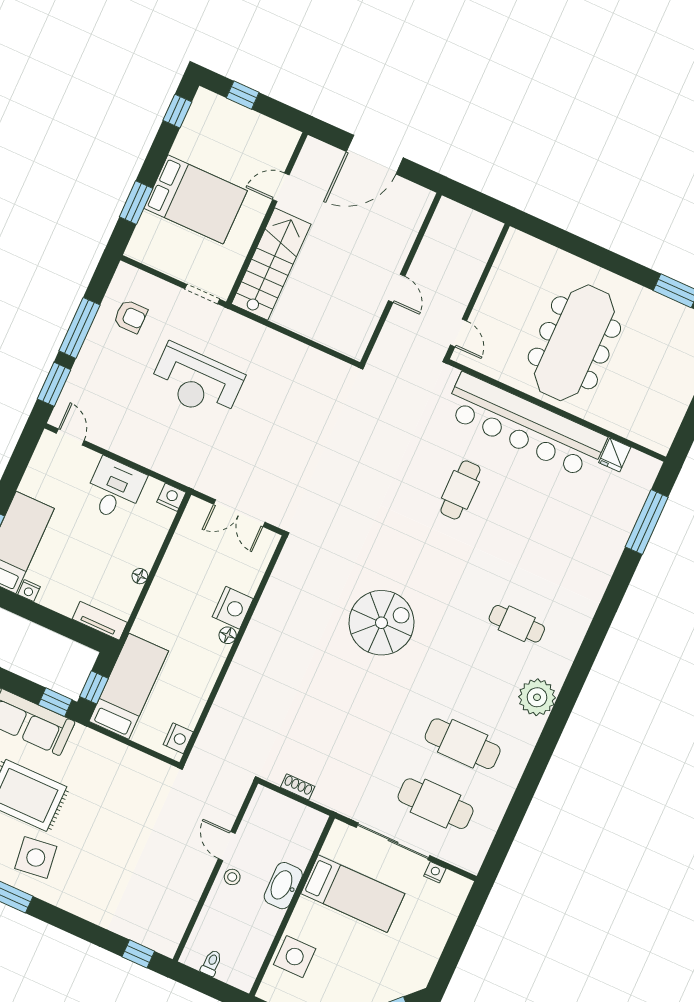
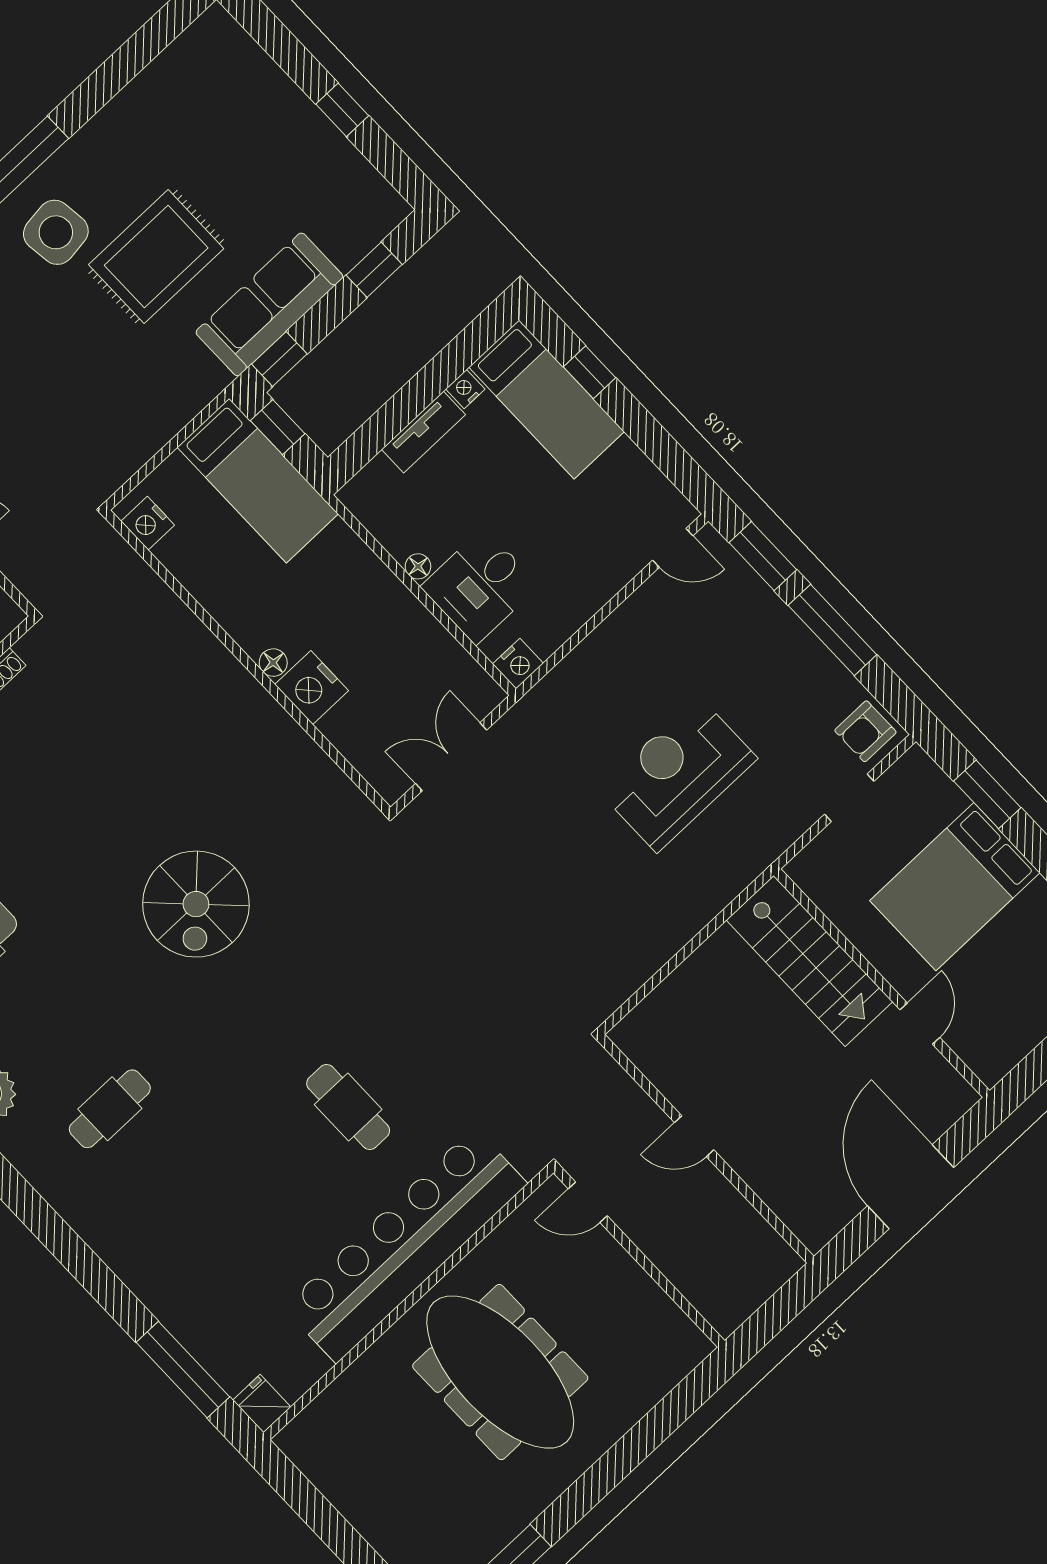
doorway: (202, 294) -> (849, 798), moved
armchair: (130, 316) -> (865, 731), moved
fridge: (615, 455) -> (262, 1404), moved
desk: (115, 490) -> (480, 586), moved, turned 90
tv unit: (100, 621) -> (423, 432), moved

